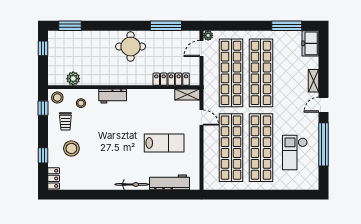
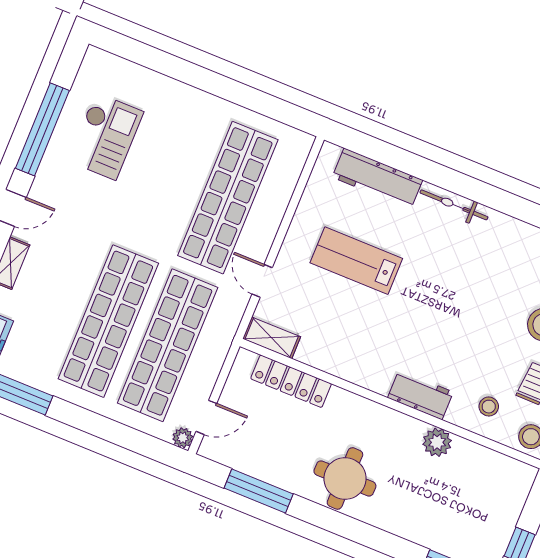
plant: (73, 79) -> (437, 442), moved
shop shelf: (261, 148) -> (169, 173), removed

